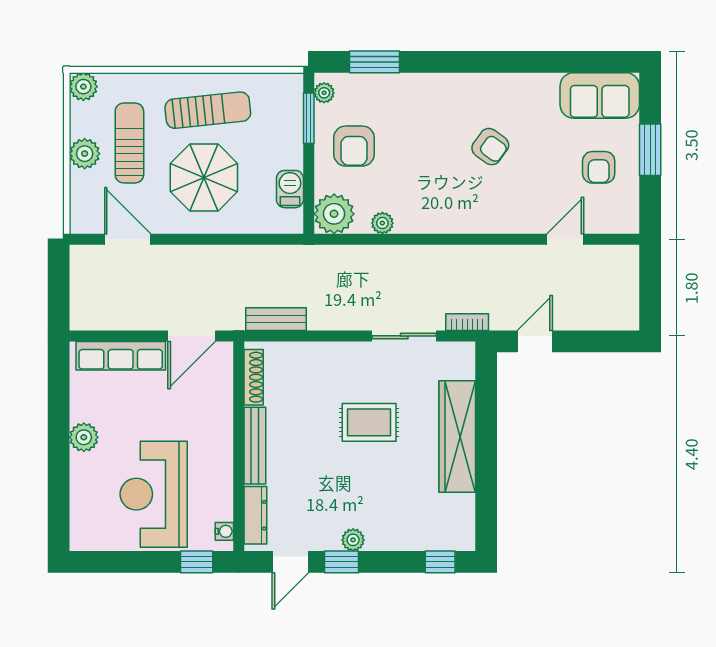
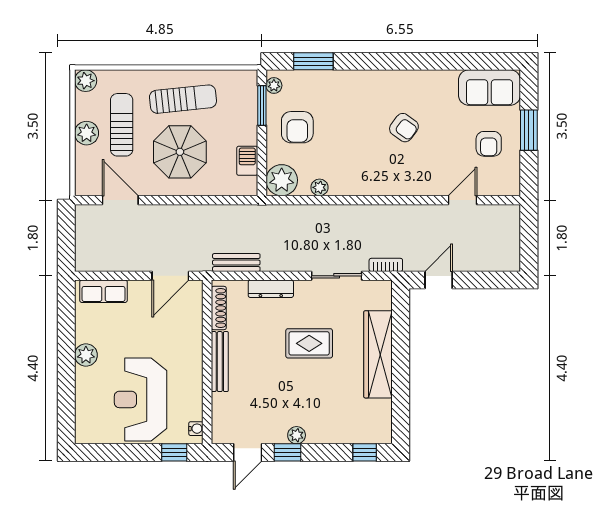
row of seats: (121, 356) -> (103, 291), width x0.68
dresser: (255, 515) -> (271, 289), moved, turned 90

